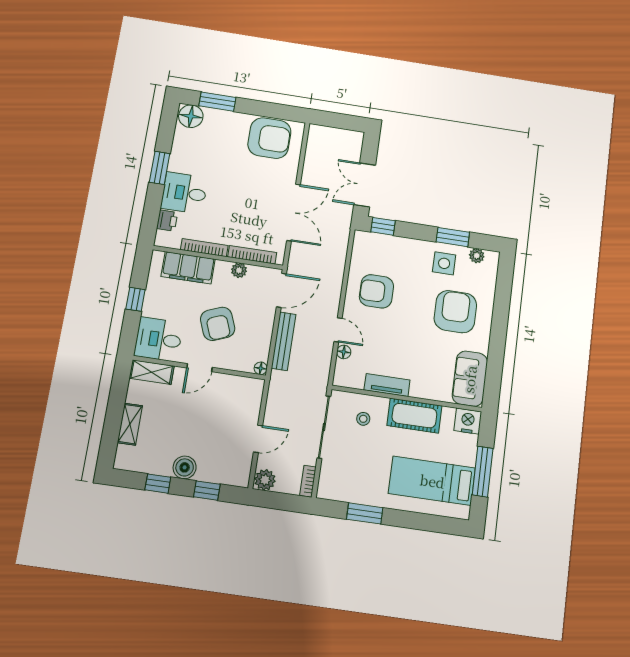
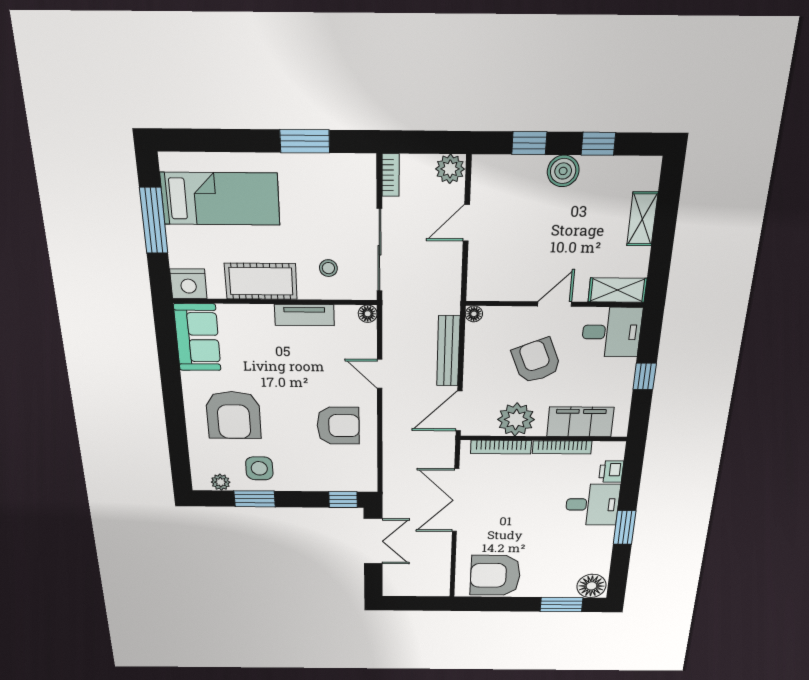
plant: (239, 270) -> (516, 419), width x1.88, depth x1.88
floor lamp: (344, 352) -> (368, 314), moved

